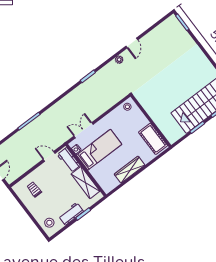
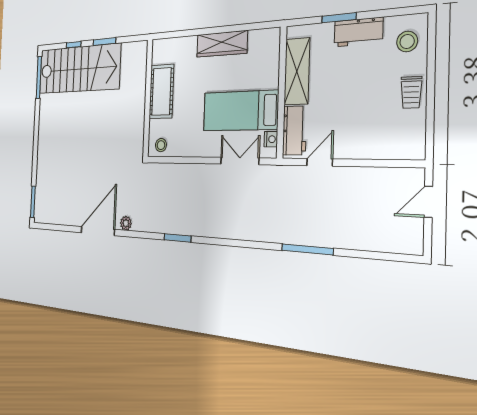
door: (132, 43) -> (98, 231), width x1.87
double door: (83, 130) -> (240, 161), swing flipped
cot: (153, 139) -> (161, 92), moved
door: (49, 156) -> (320, 162), swing flipped
trolley: (34, 189) -> (411, 92), moved

